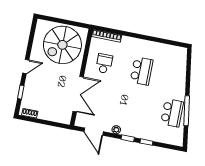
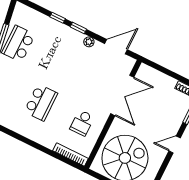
school desk: (141, 71) -> (41, 102), turned 180
double door: (78, 94) -> (122, 95), swing flipped
door: (94, 132) -> (116, 47), hinge flipped

